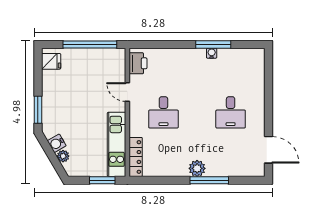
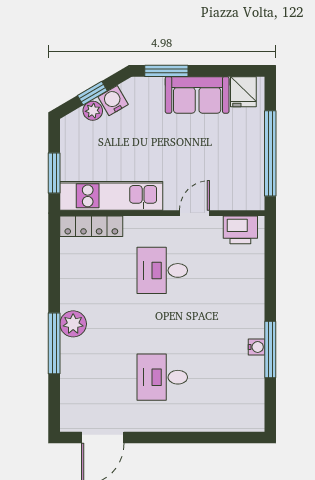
sofa: (53, 90) -> (197, 95), added
window: (52, 156) -> (92, 93), added

